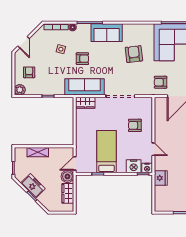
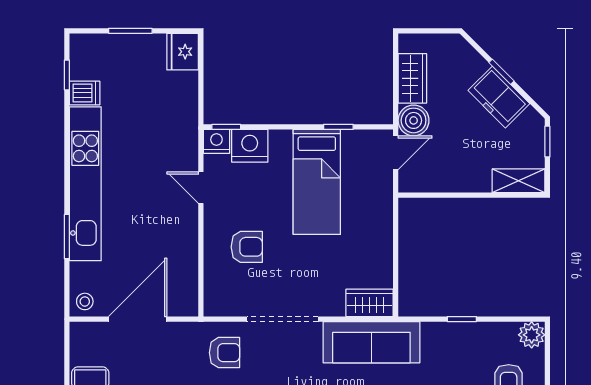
armchair: (161, 82) -> (225, 353), moved
shelving: (38, 152) -> (519, 181), moved
fridge: (161, 178) -> (183, 52), moved

